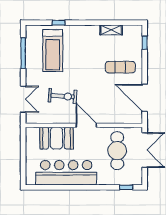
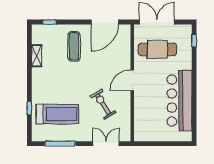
exercise bike: (63, 96) -> (103, 104), turned -36
booth: (57, 138) -> (145, 110), removed

